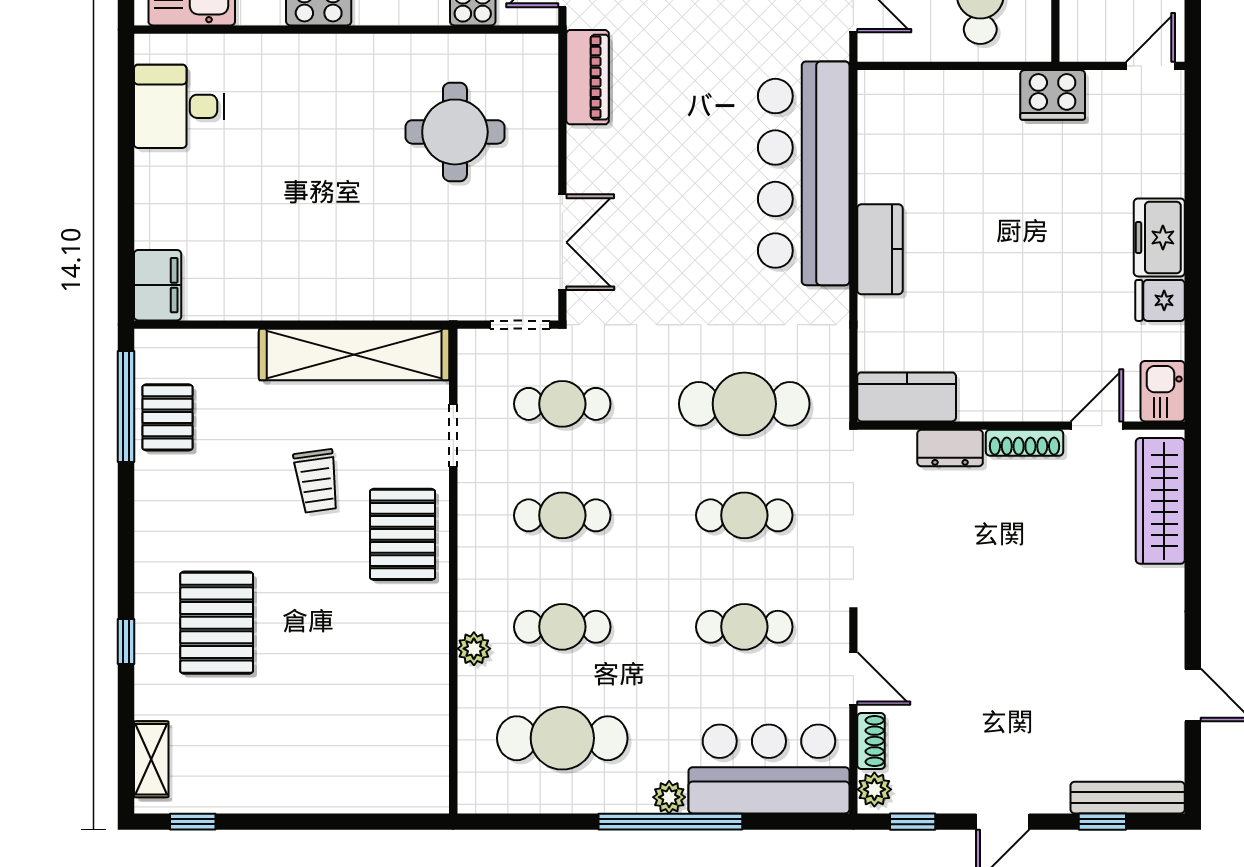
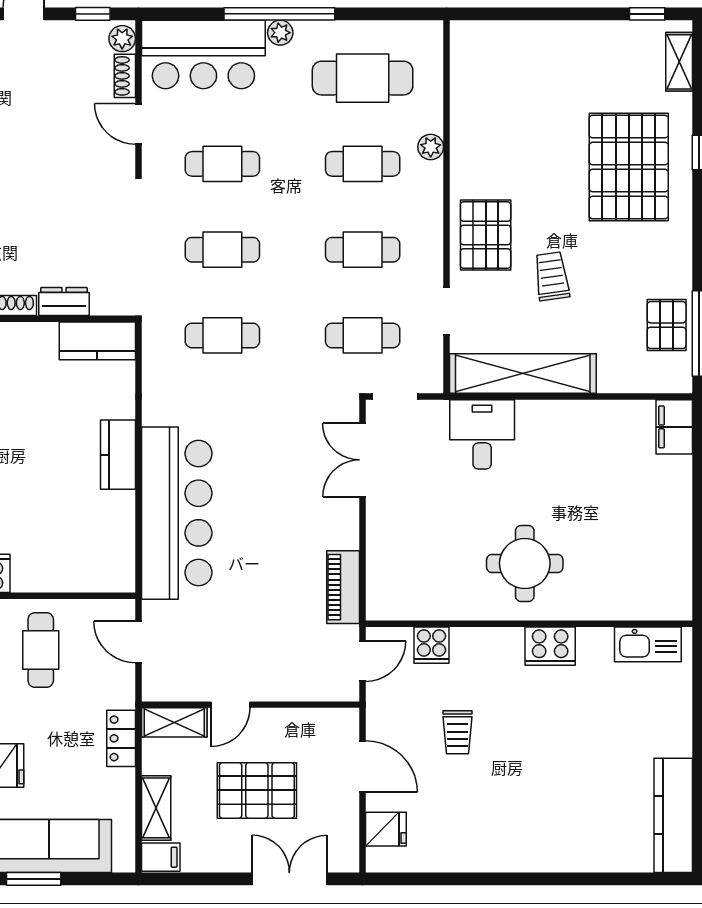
desk: (179, 106) -> (482, 434), moved, turned -90
round table: (455, 132) -> (525, 564), moved
cafe table: (744, 404) -> (222, 335), width x0.73, depth x0.74
pallet: (217, 623) -> (629, 167), width x1.37, depth x1.41

